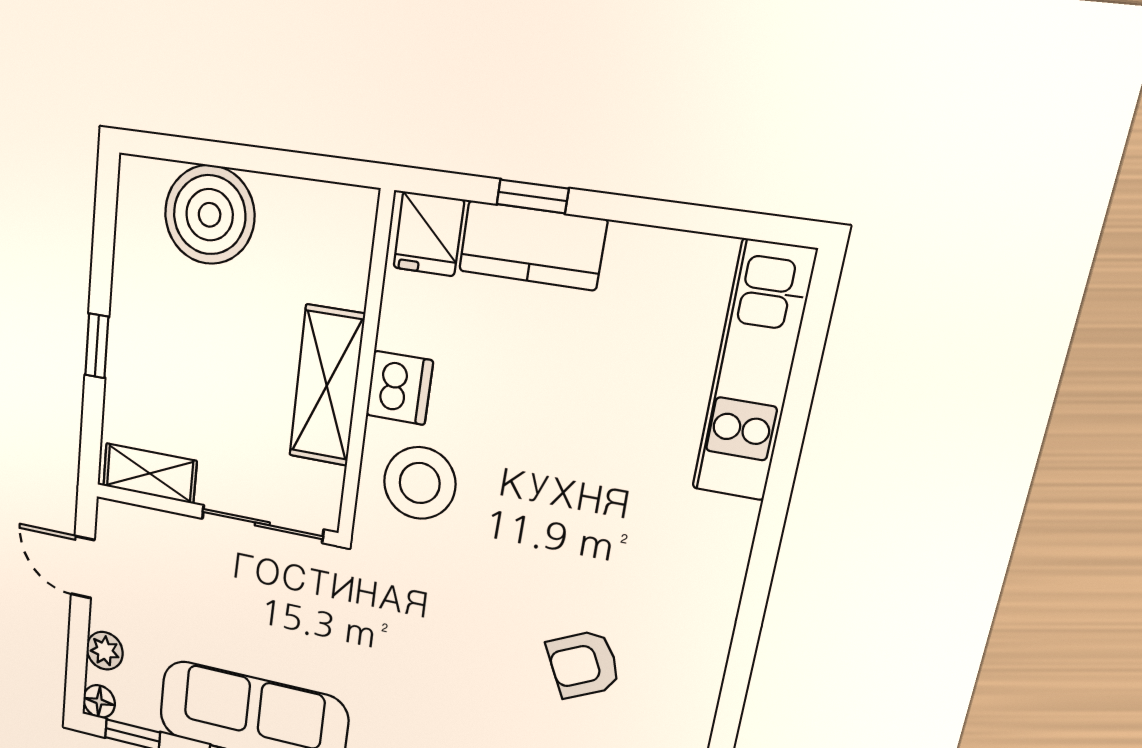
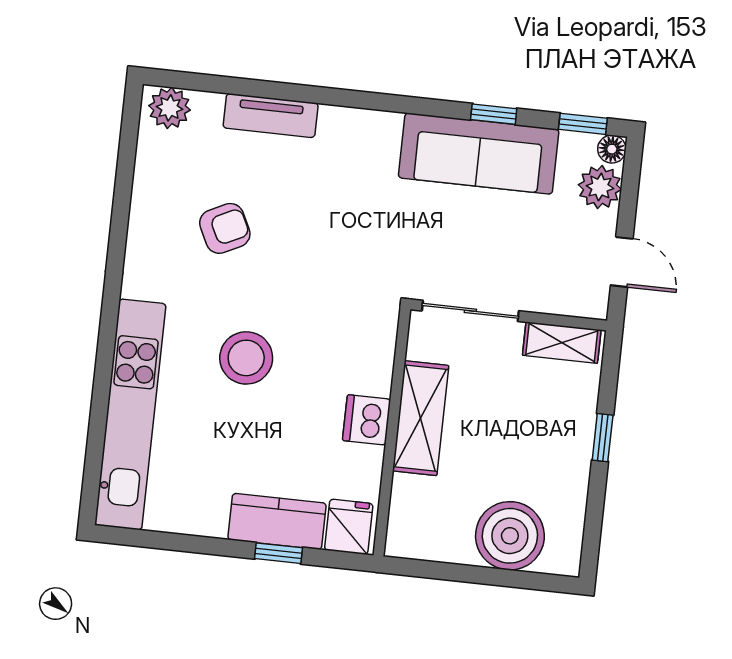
kitchen unit: (753, 372) -> (130, 414), width x1.36
stool: (420, 483) -> (246, 358), moved
plant: (105, 651) -> (600, 187), width x1.38, depth x1.38

